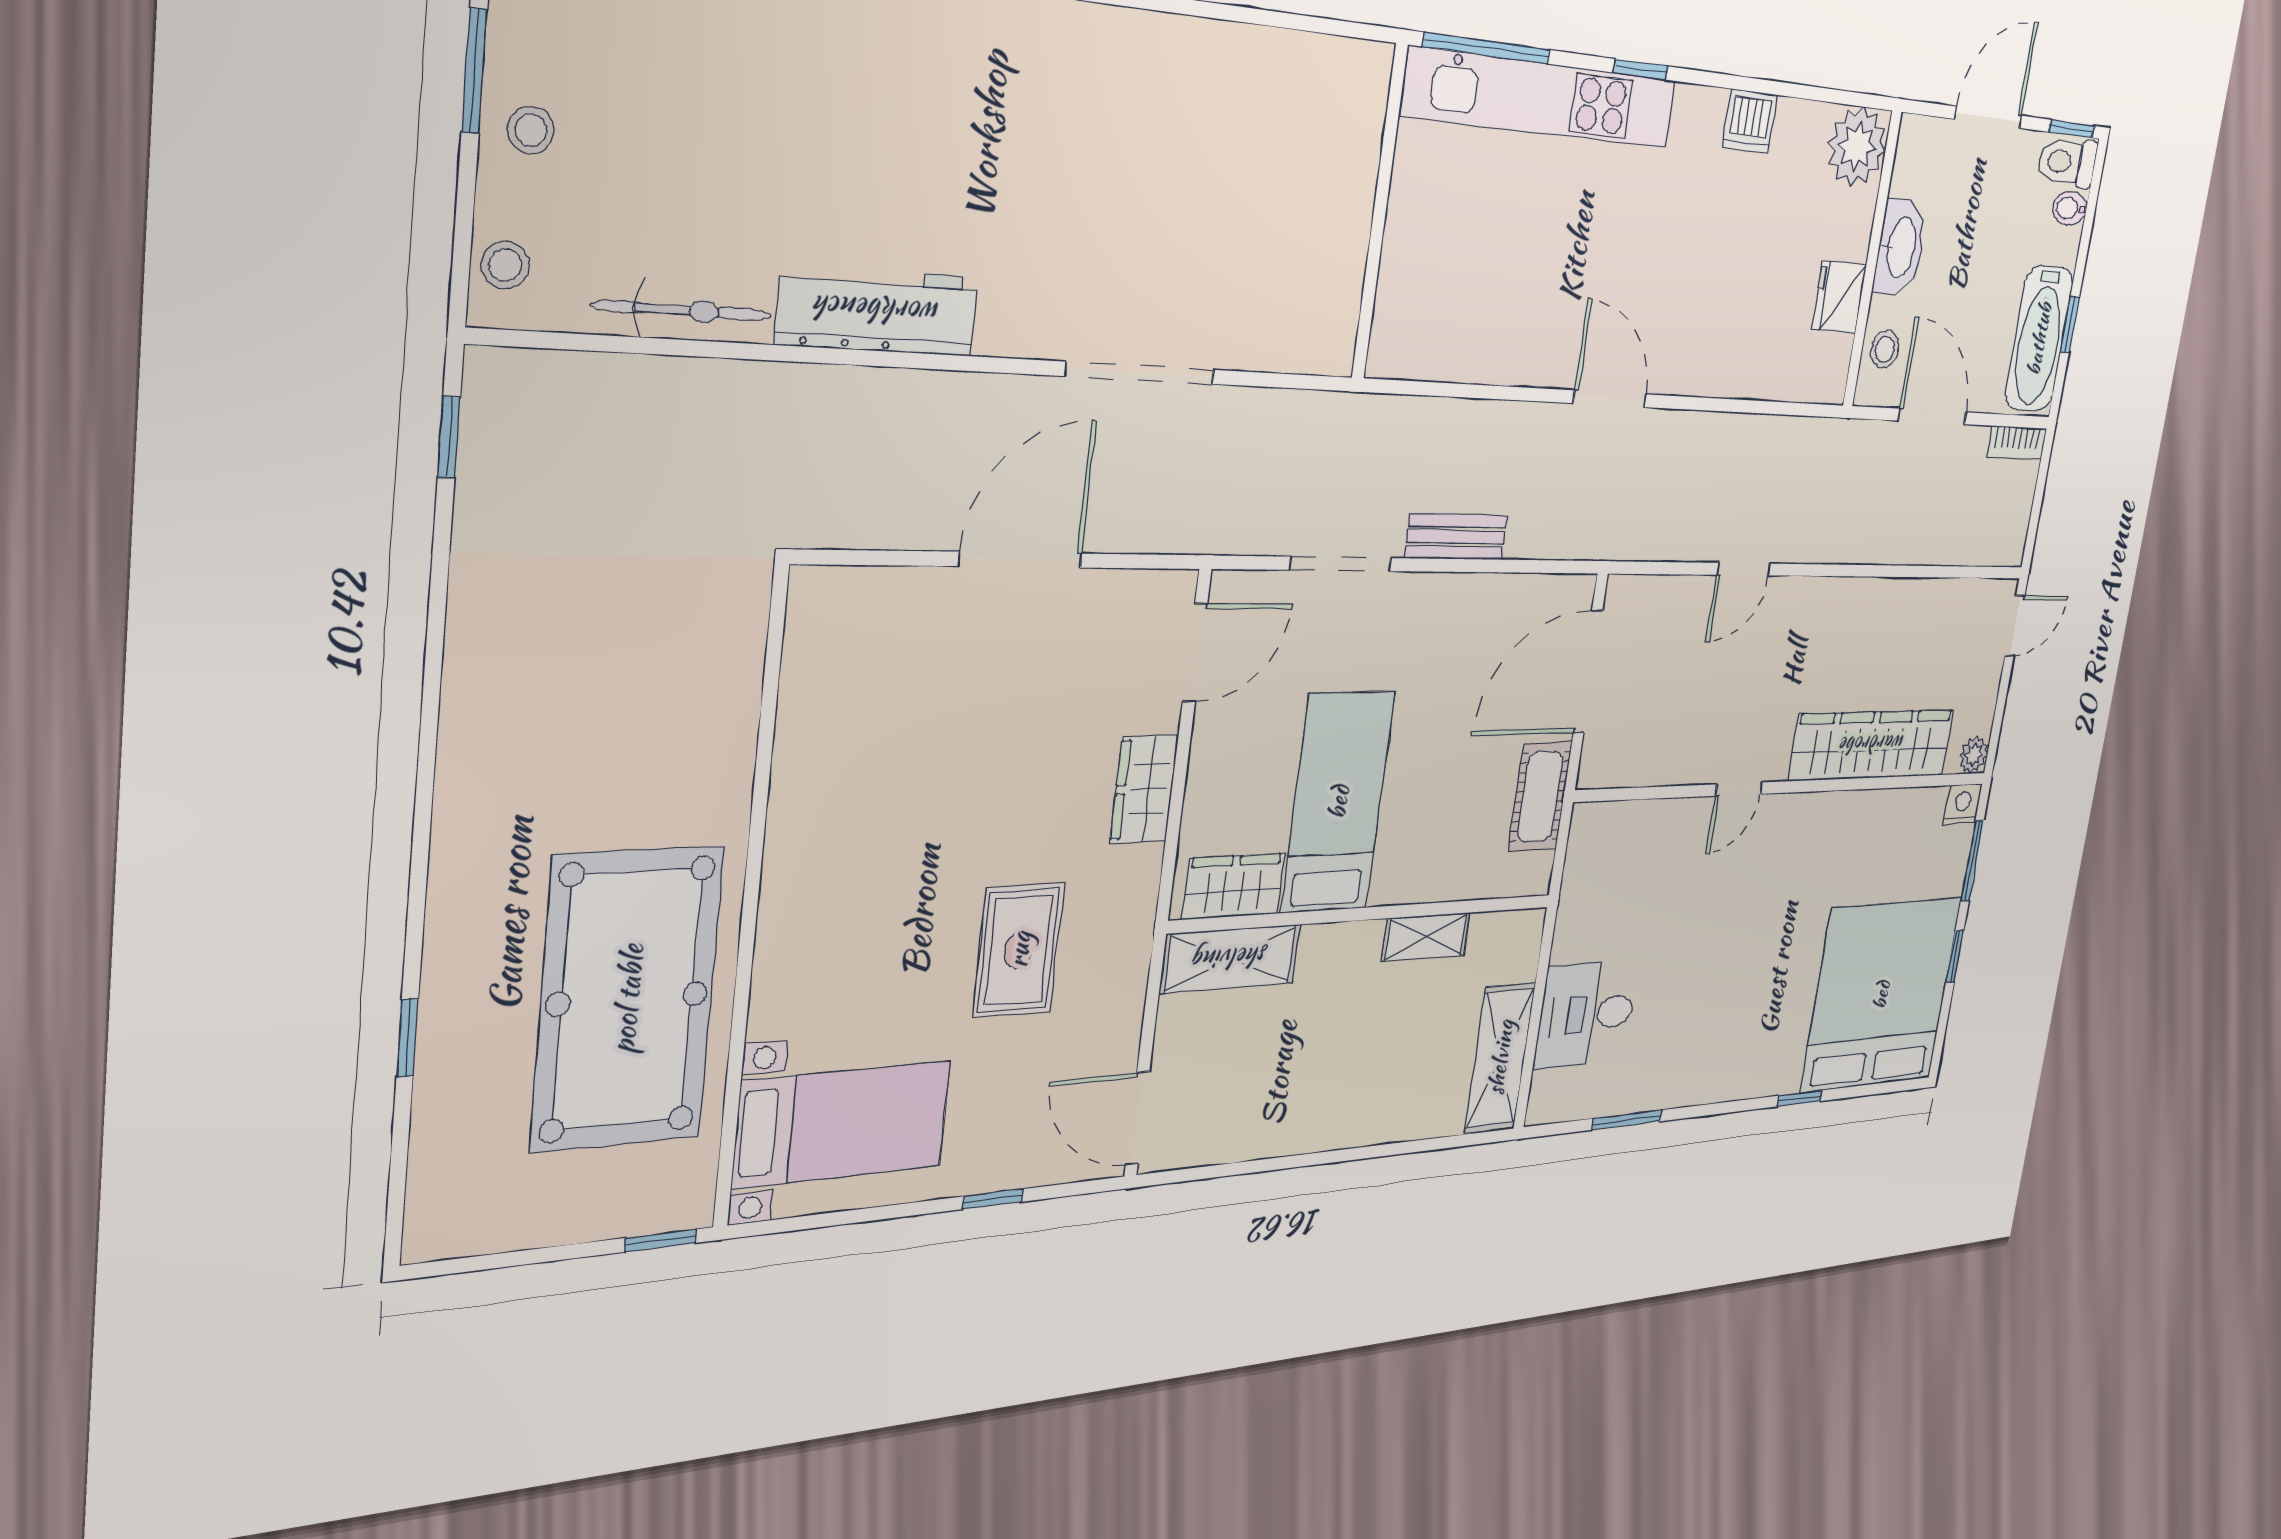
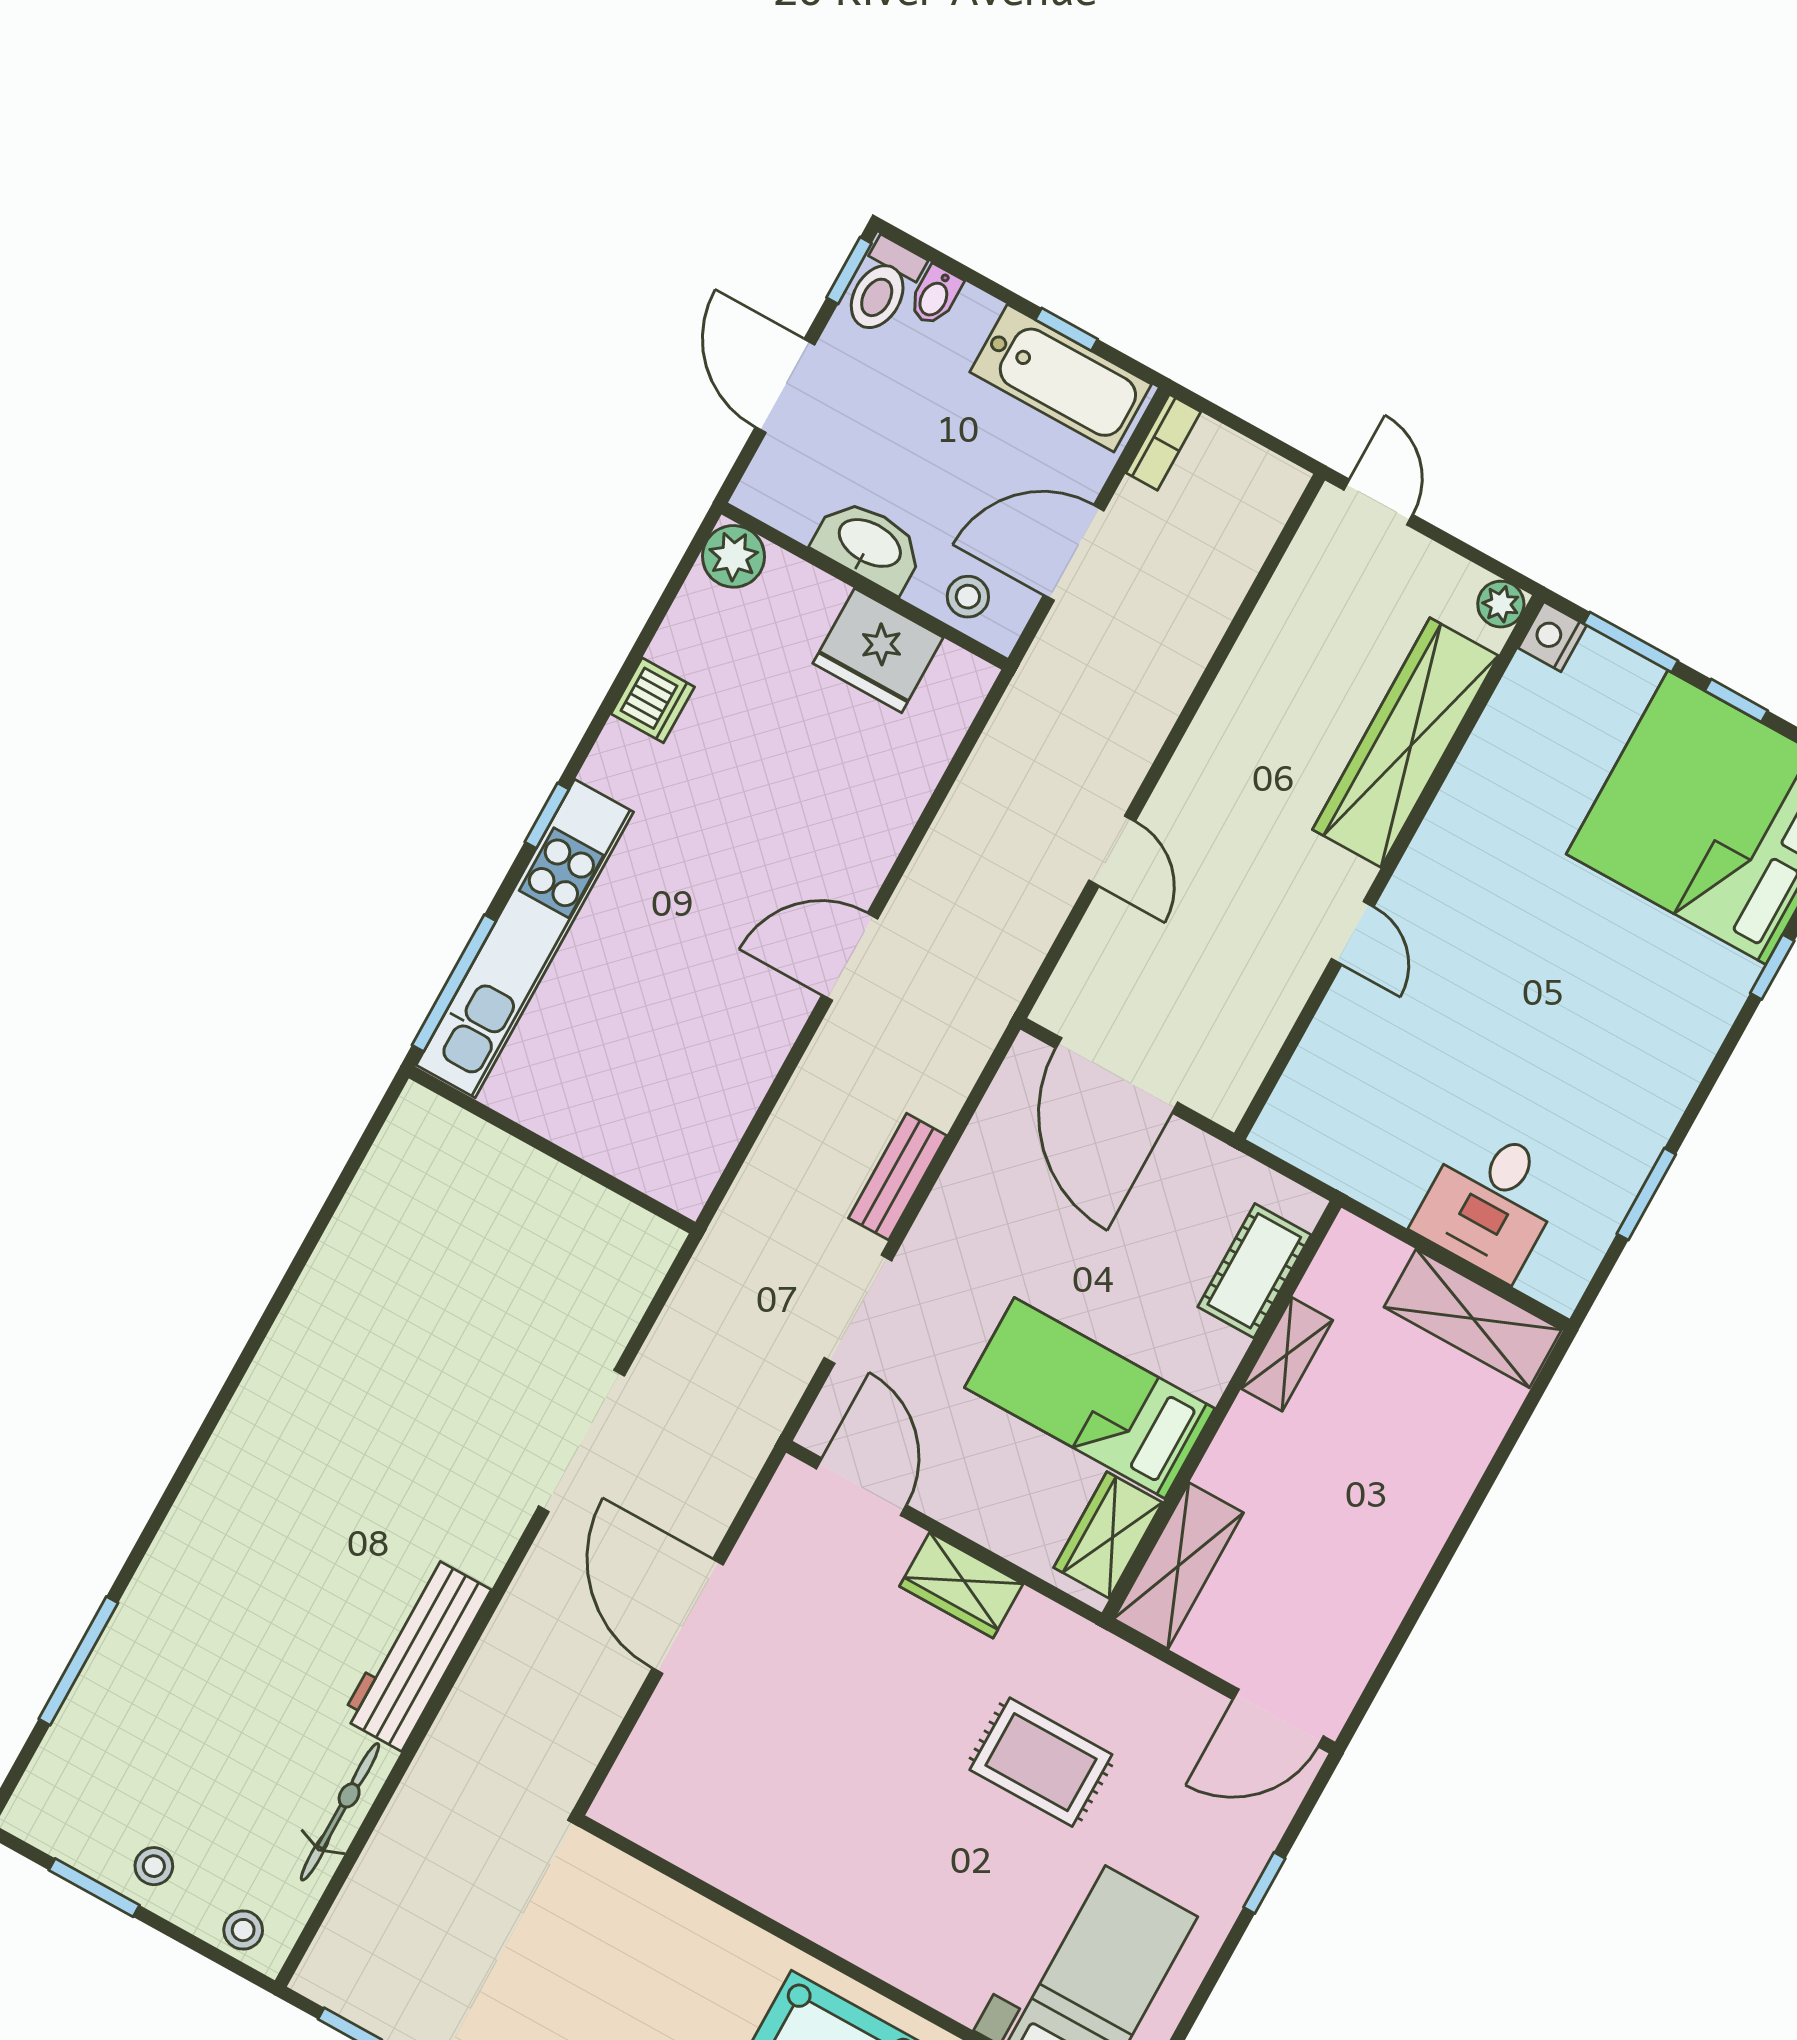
plant: (1857, 146) -> (733, 556), width x0.73, depth x0.73
fridge: (1839, 297) -> (878, 650), width x1.36, depth x1.34
cot: (1540, 797) -> (1254, 1271), moved, turned 90

